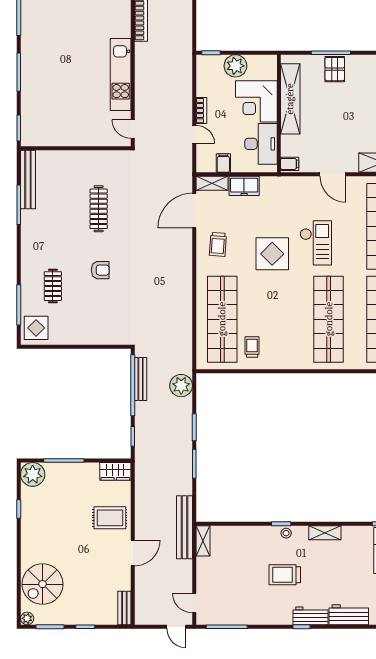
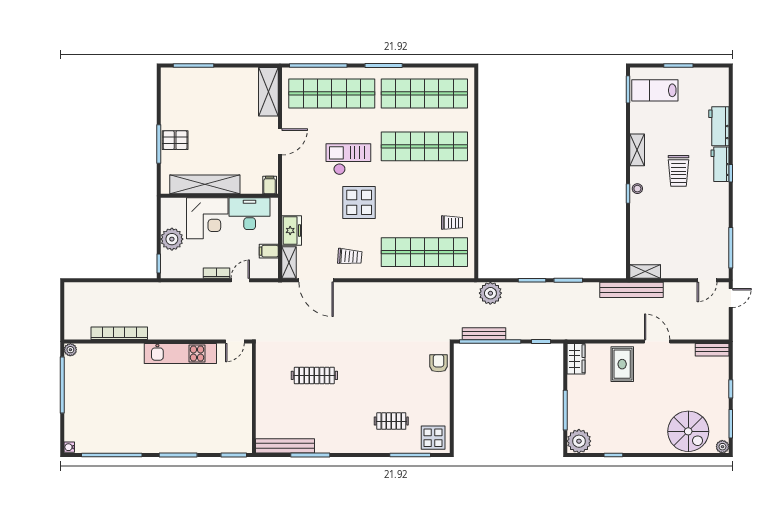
armchair: (100, 270) -> (439, 363), moved
trolley: (252, 347) -> (452, 223), turned 180
trolley: (285, 575) -> (678, 171), moved

